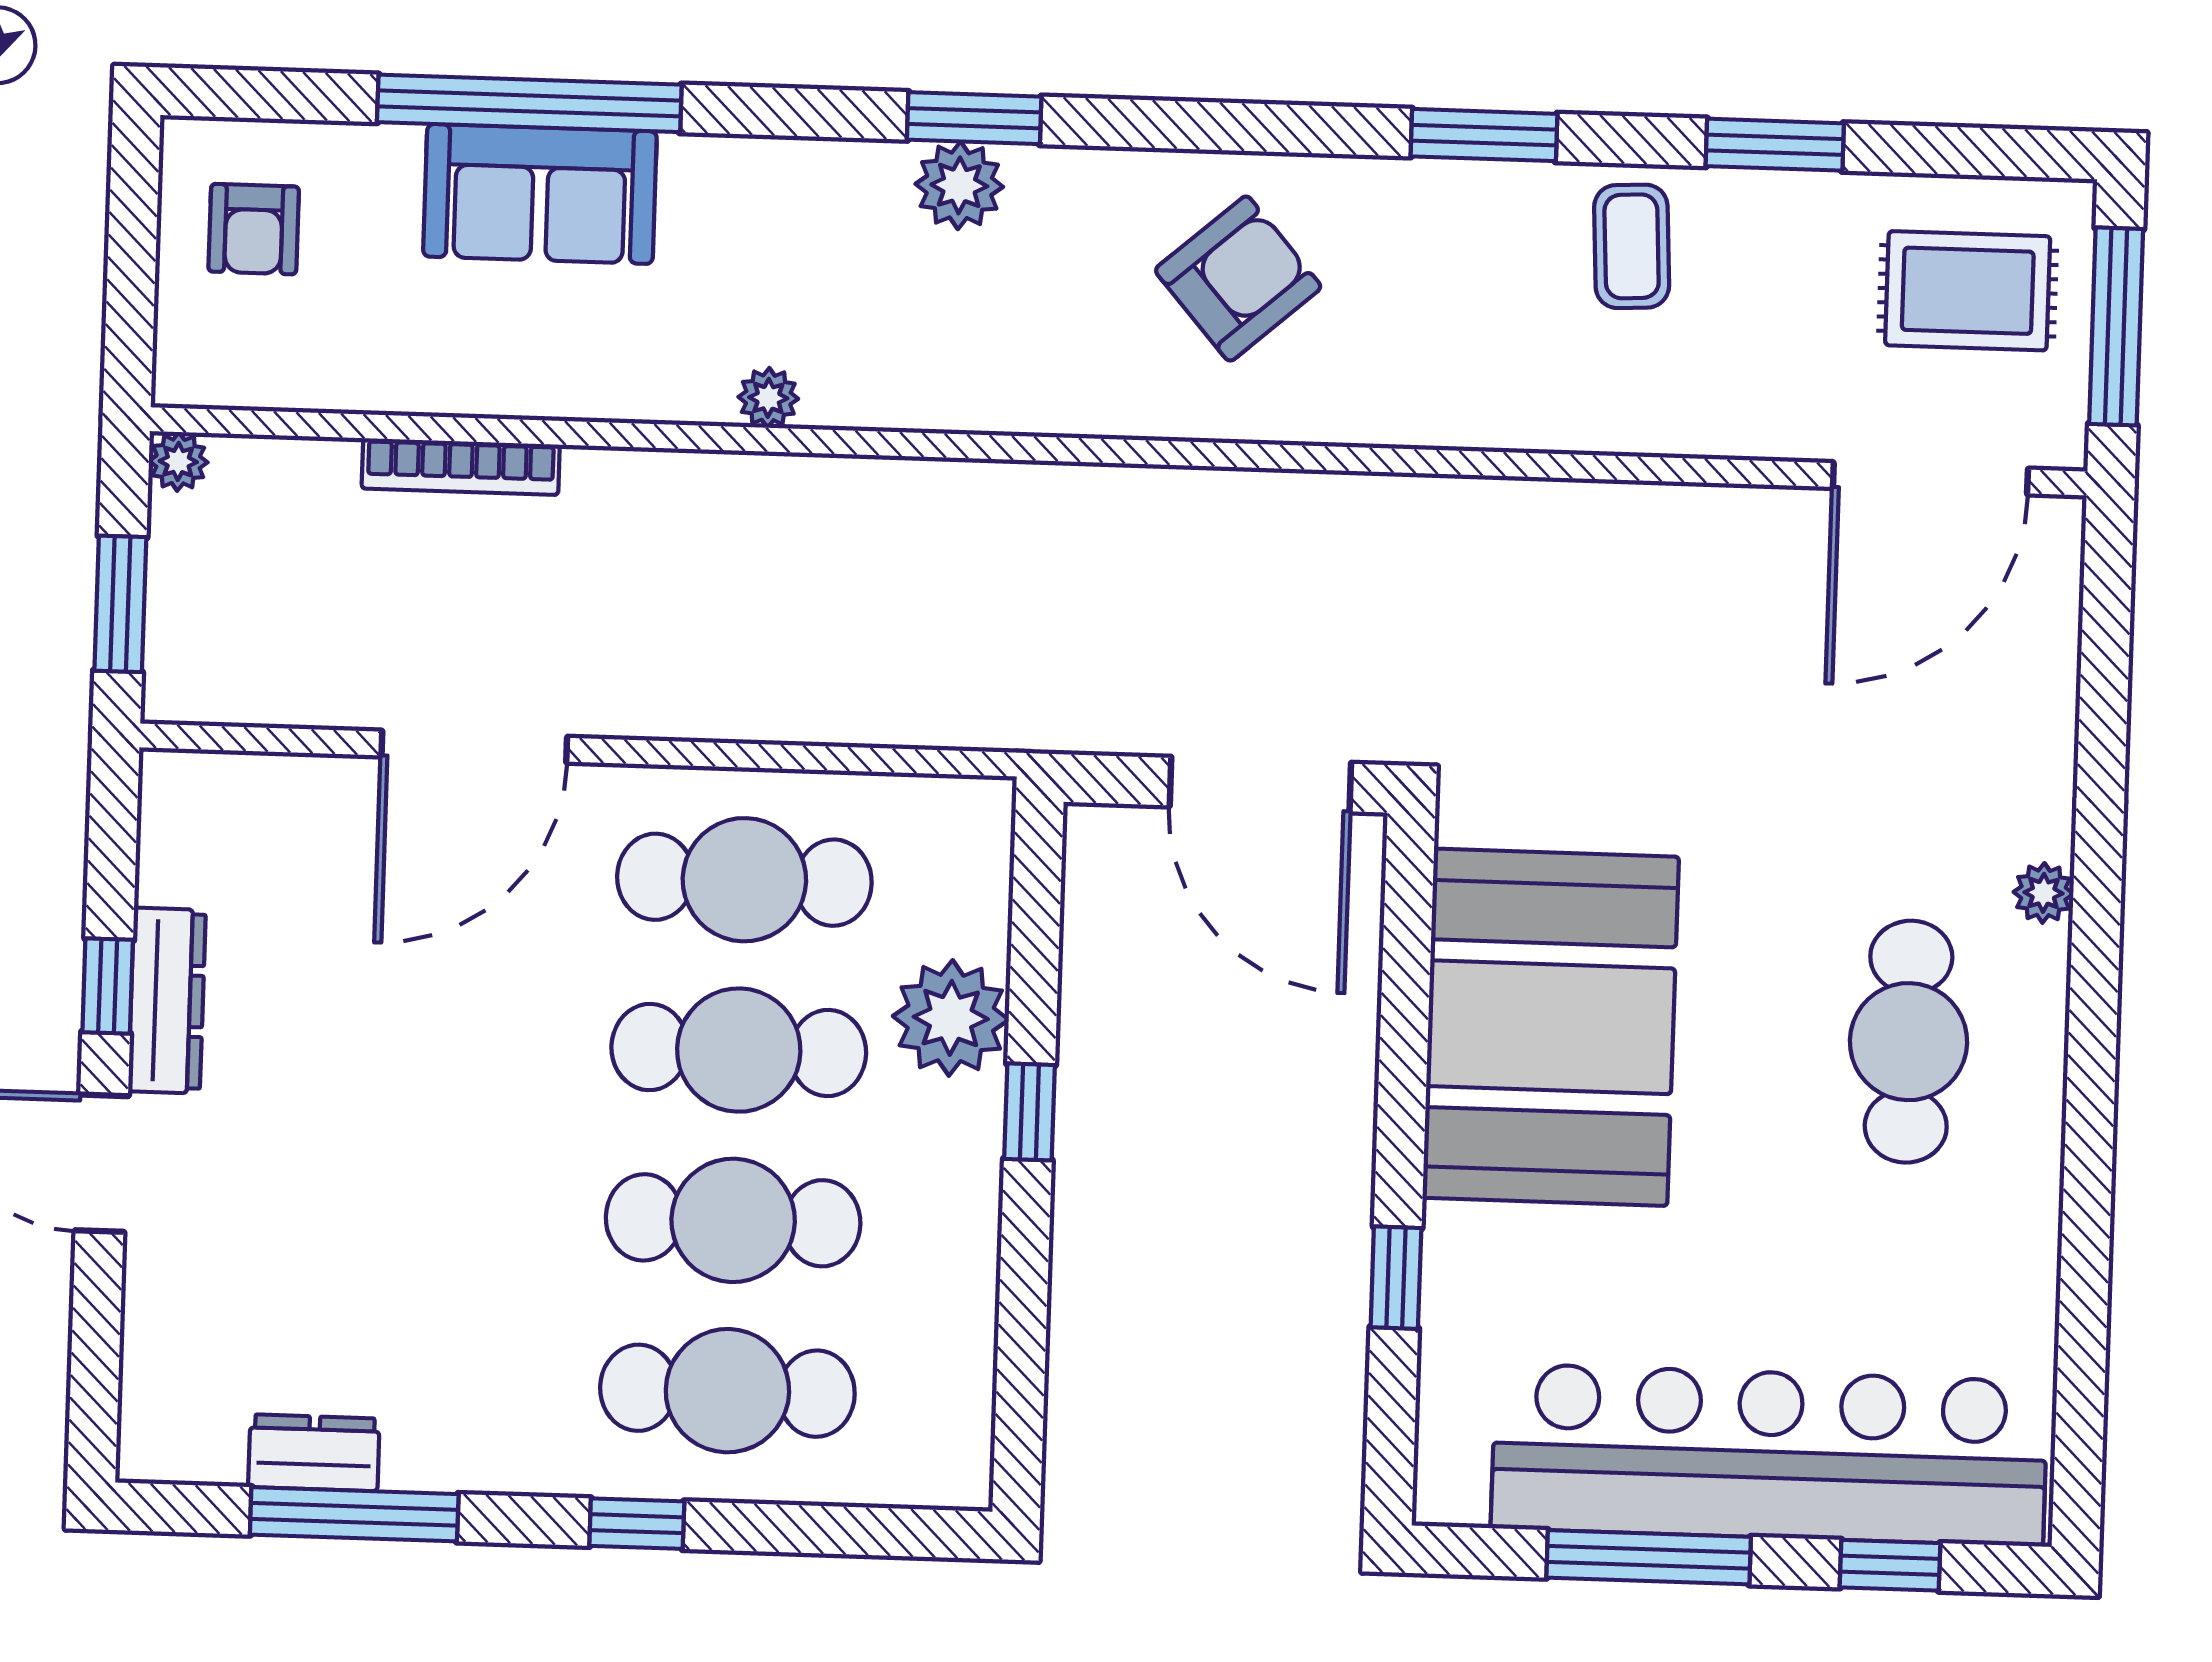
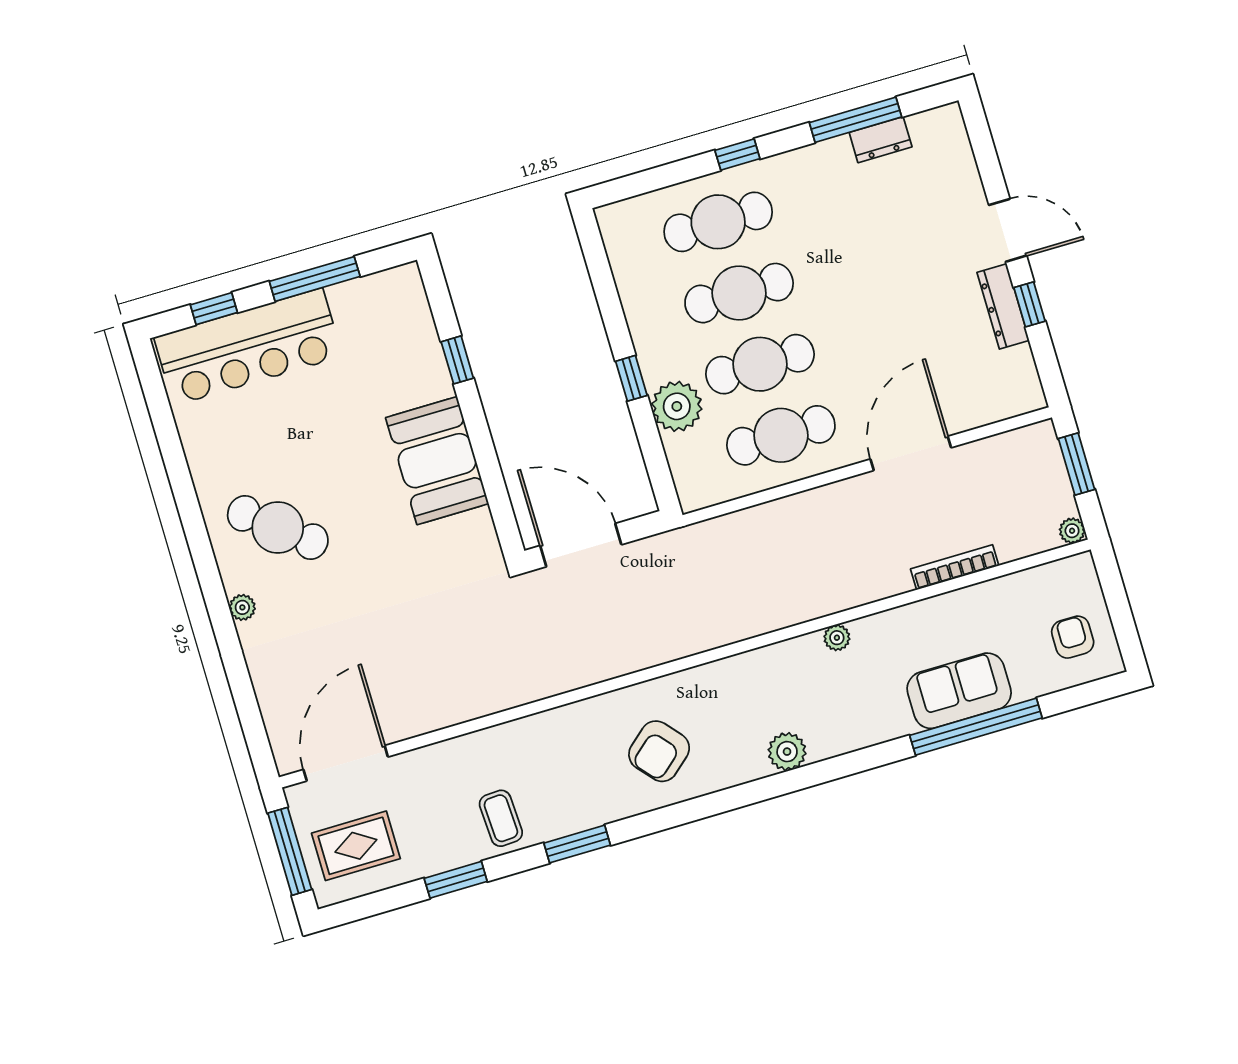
window: (974, 118) -> (790, 781), removed
booth: (1551, 1027) -> (437, 461), width x0.73, depth x0.70
cafe table: (1909, 1042) -> (278, 527), turned -51
bar counter: (1769, 1455) -> (248, 347), width x0.73

